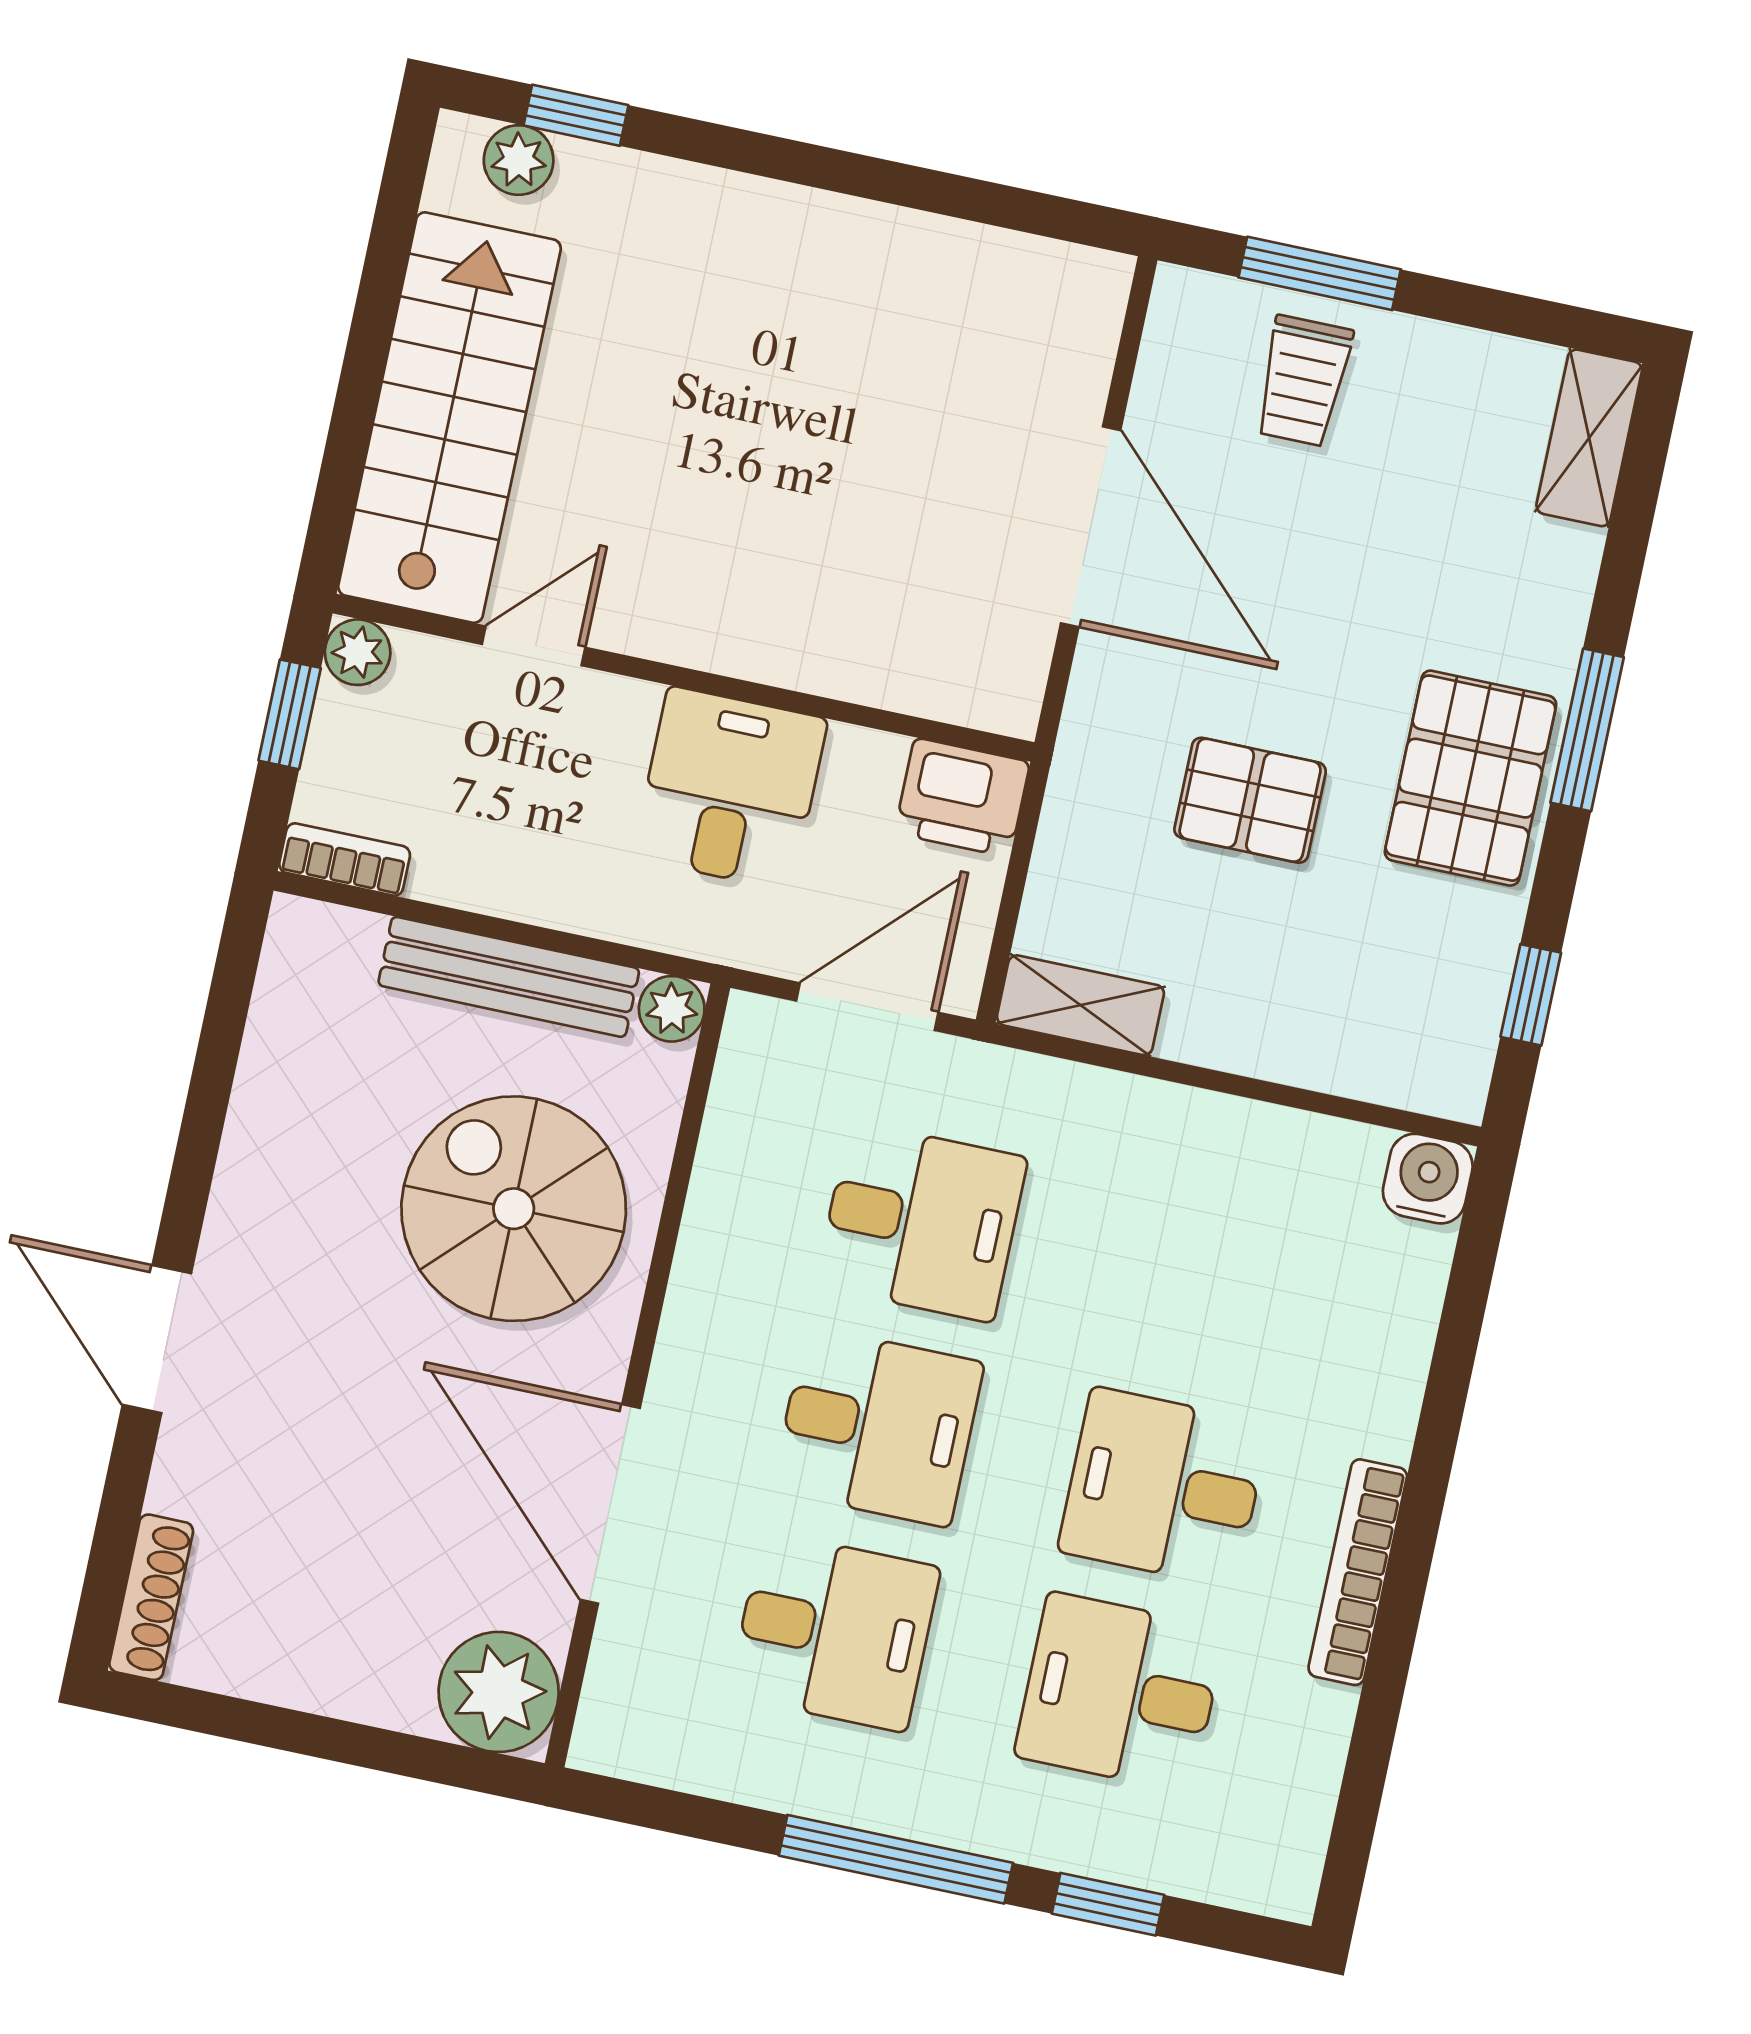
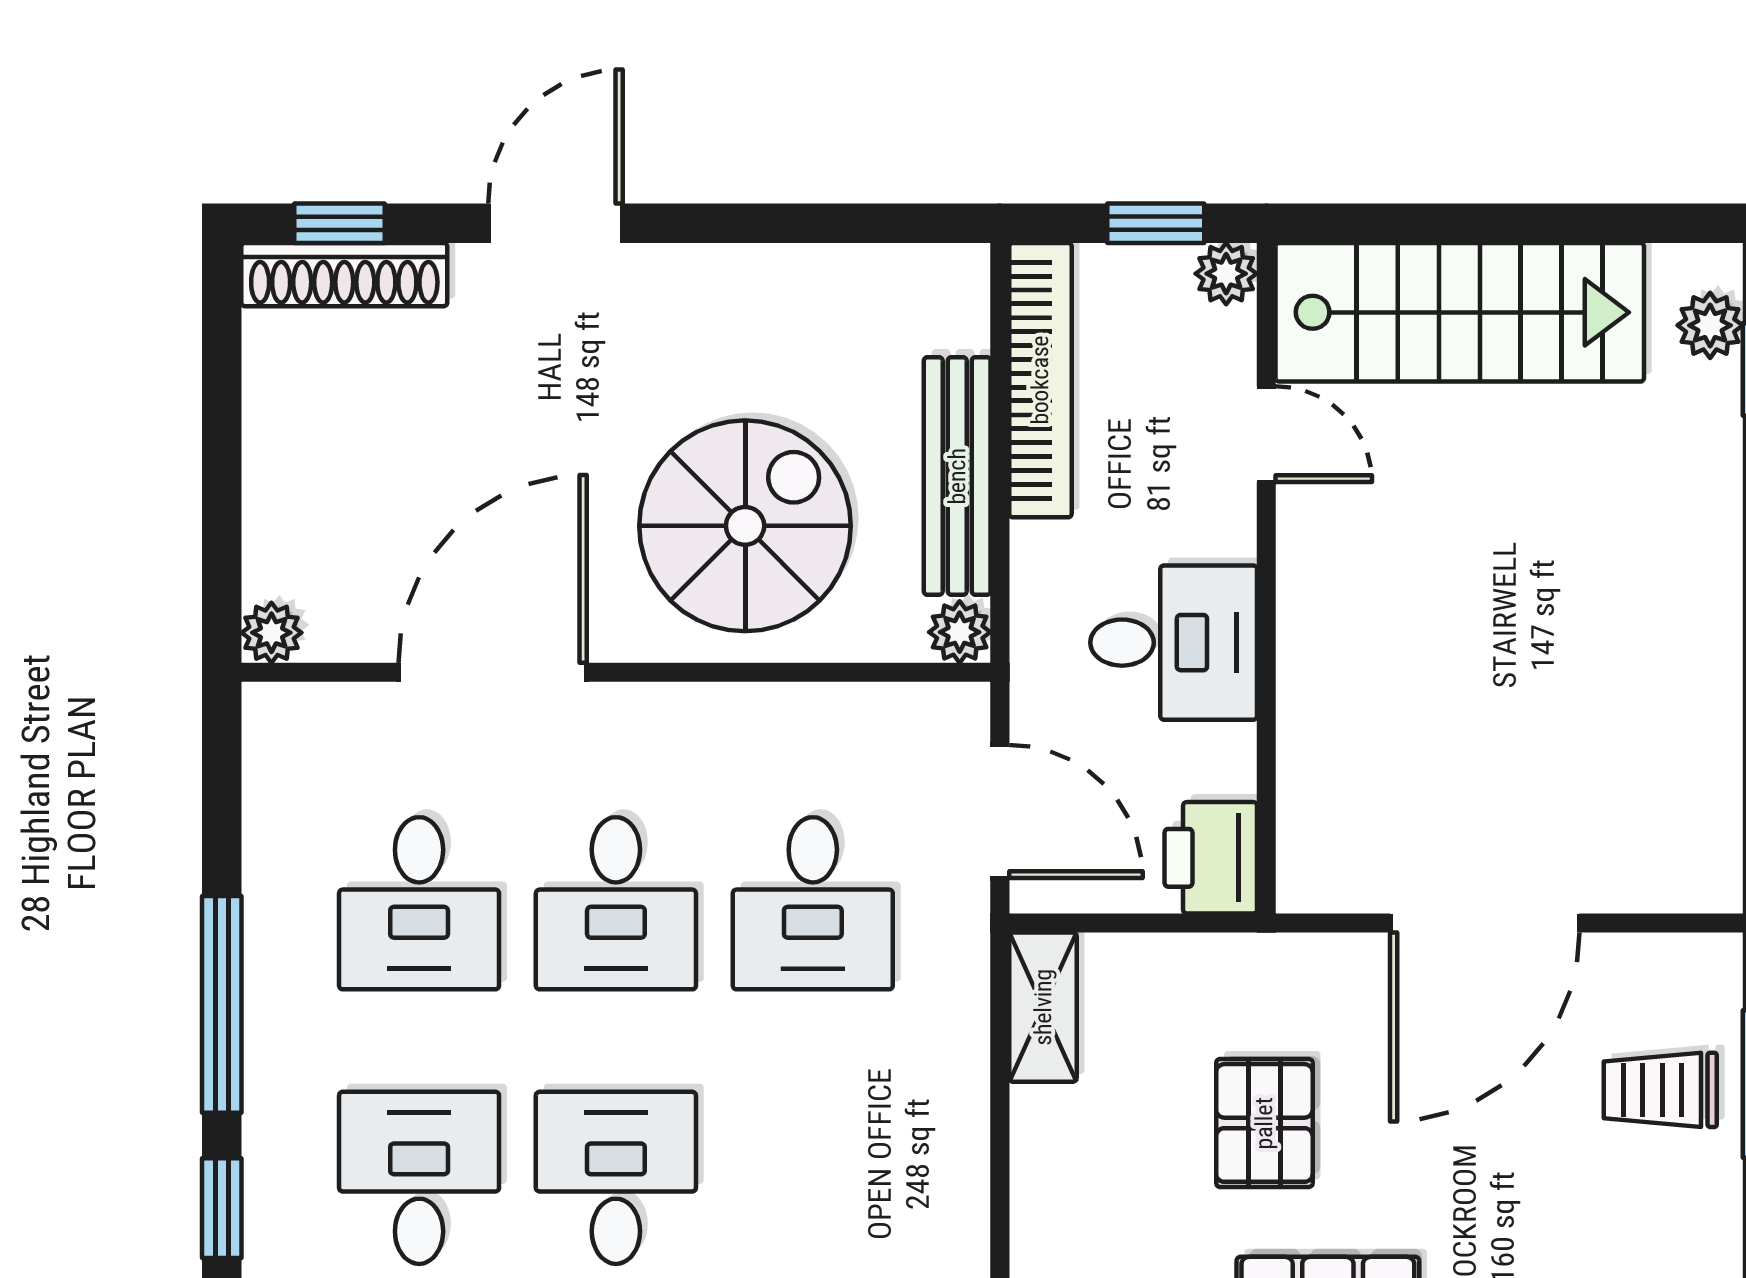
bookcase: (345, 859) -> (1040, 380), width x2.31, depth x1.31
window: (109, 1564) -> (340, 223), added
shoe rack: (151, 1597) -> (344, 275), width x1.36, depth x1.24
plant: (499, 1692) -> (271, 633), width x0.53, depth x0.53

